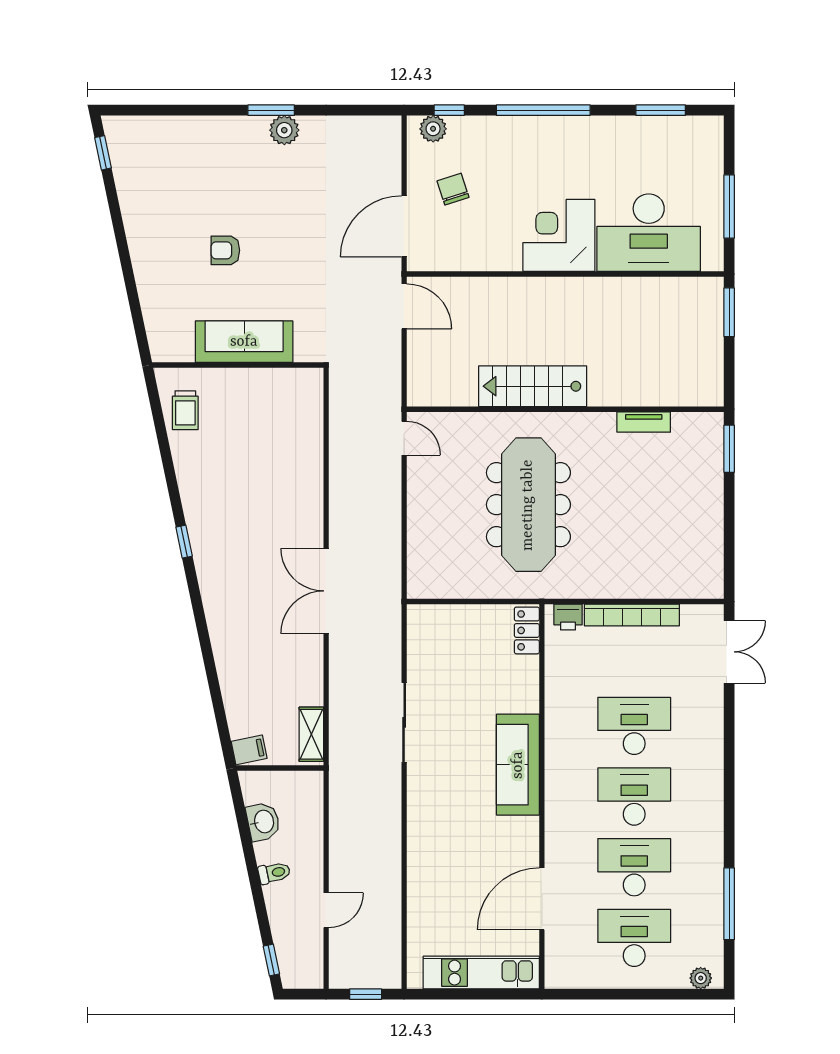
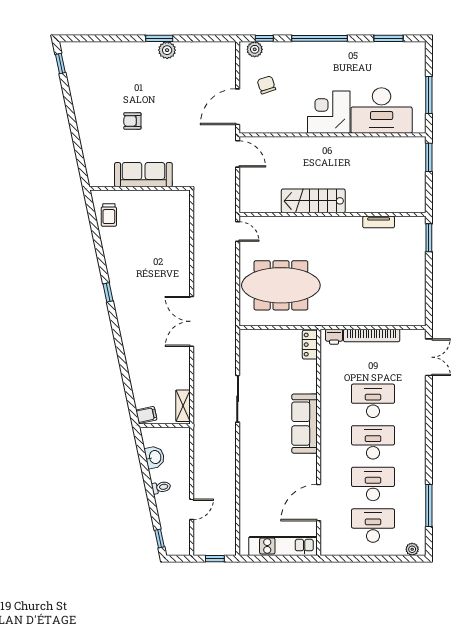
meeting table: (528, 505) -> (281, 285), moved, turned 90

